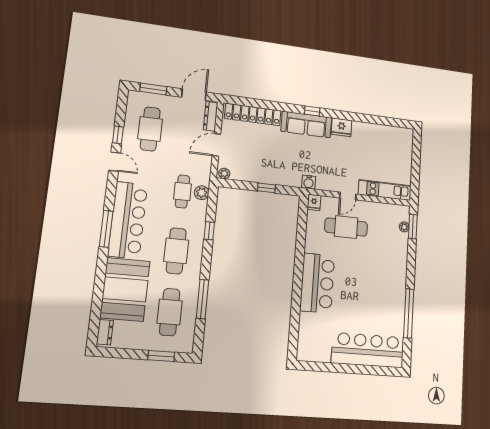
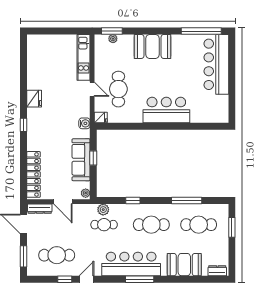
sofa: (306, 124) -> (81, 160), moved, turned 180
booth: (393, 273) -> (153, 46), added
booth: (125, 289) -> (184, 265), width x0.73, depth x0.70
window: (409, 313) -> (201, 31), moved

